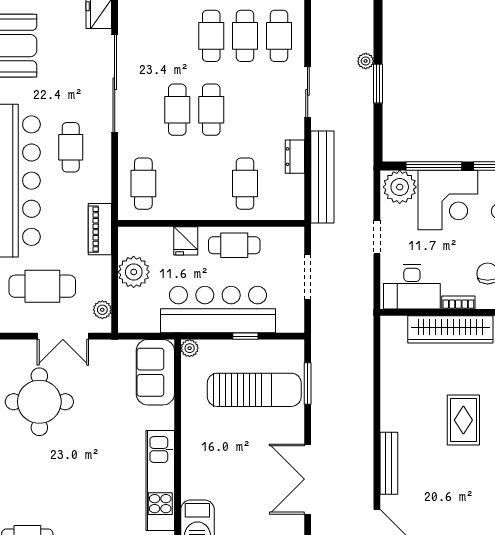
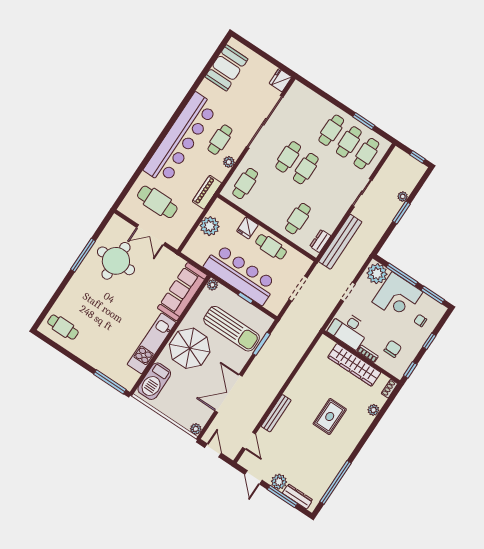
dresser: (295, 157) -> (320, 241), moved
plant: (102, 310) -> (229, 162), moved
sofa: (155, 372) -> (182, 292), width x1.36
parasol: (216, 453) -> (190, 348), added

